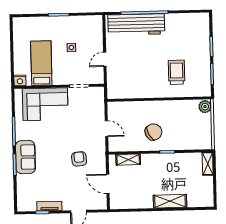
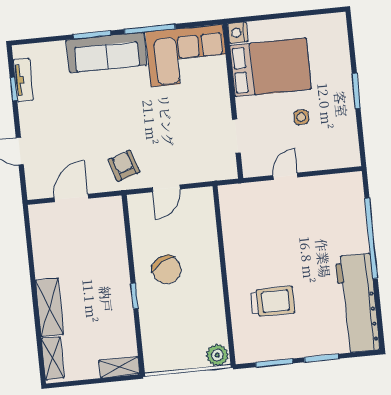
workbench: (136, 24) -> (357, 303), moved
door: (105, 59) -> (285, 176), hinge flipped
bed: (41, 63) -> (271, 67), width x1.50
corner sofa: (45, 104) -> (187, 56), moved, turned -90
sofa: (25, 157) -> (106, 52), width x1.36
armchair: (79, 159) -> (124, 166), moved, turned -103
shelving: (128, 160) -> (53, 358), moved
tv unit: (49, 206) -> (23, 80), moved

